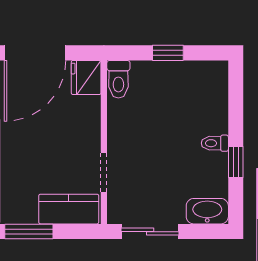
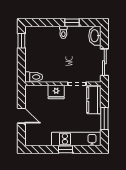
door: (35, 53) -> (21, 116), width x0.53
window: (168, 53) -> (21, 41), moved
fridge: (86, 77) -> (56, 92), moved

